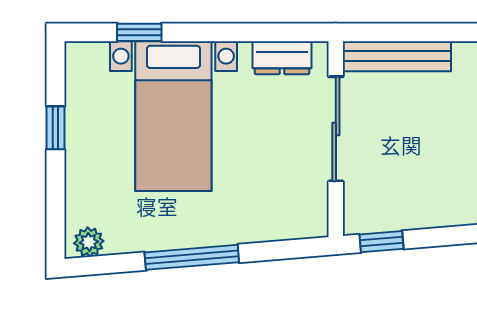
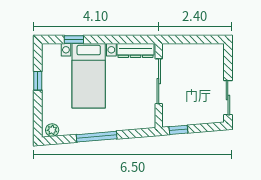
bench: (397, 56) -> (185, 50), removed
dresser: (282, 58) -> (136, 50), width x1.44

